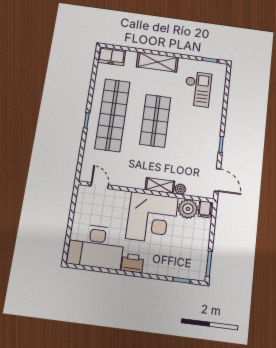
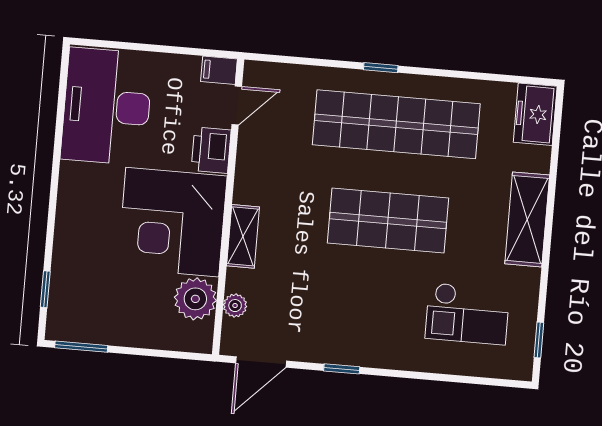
plant: (180, 189) -> (235, 306), moved
filing cabinet: (205, 209) -> (219, 70), moved
printer: (132, 263) -> (211, 150), moved, turned 180

